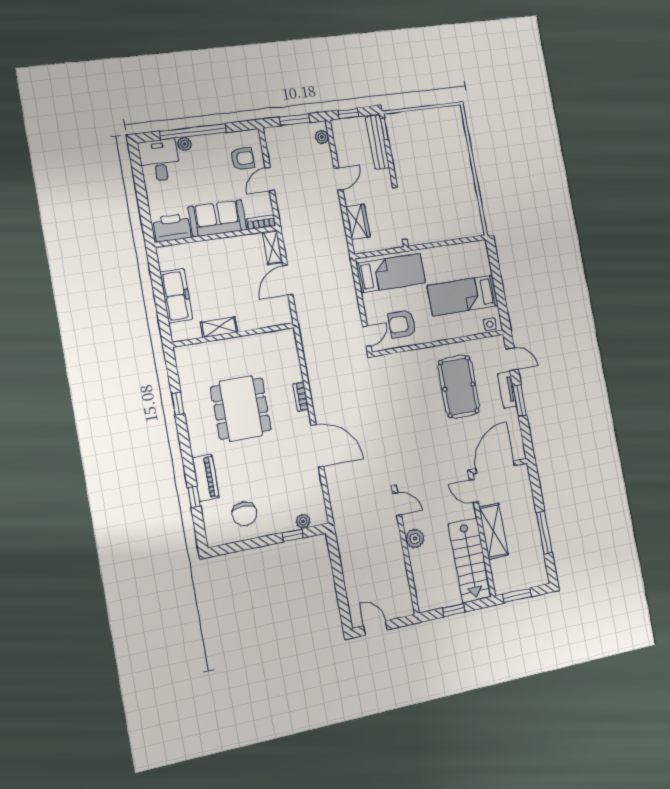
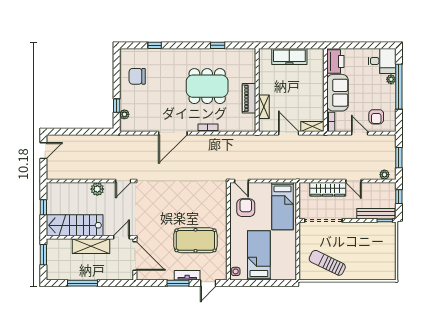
sun lounger: (455, 200) -> (327, 263), added
wardrobe: (358, 222) -> (328, 189), width x1.50
shelving: (219, 327) -> (264, 107), moved
piano: (206, 478) -> (249, 98), moved, turned 90

